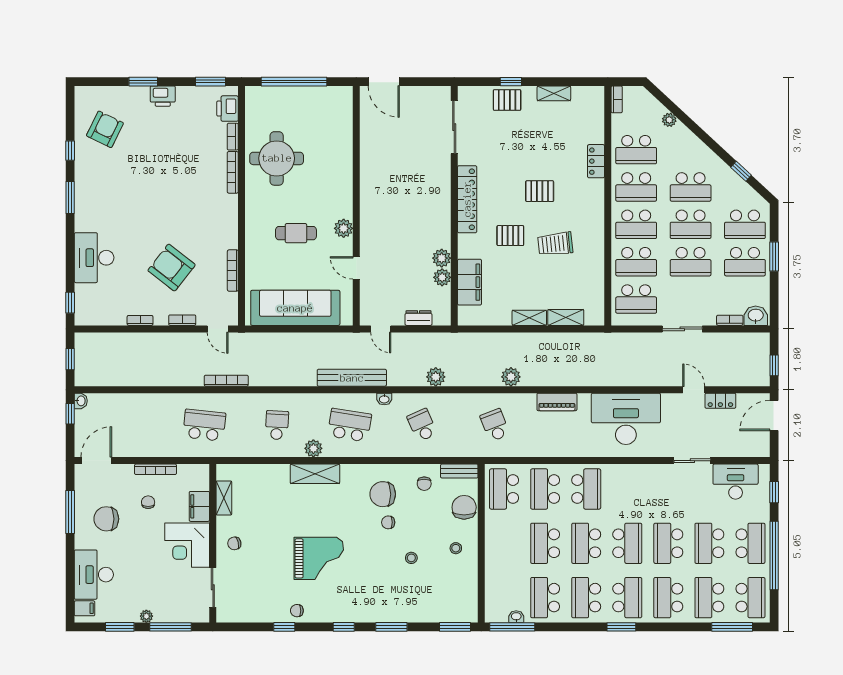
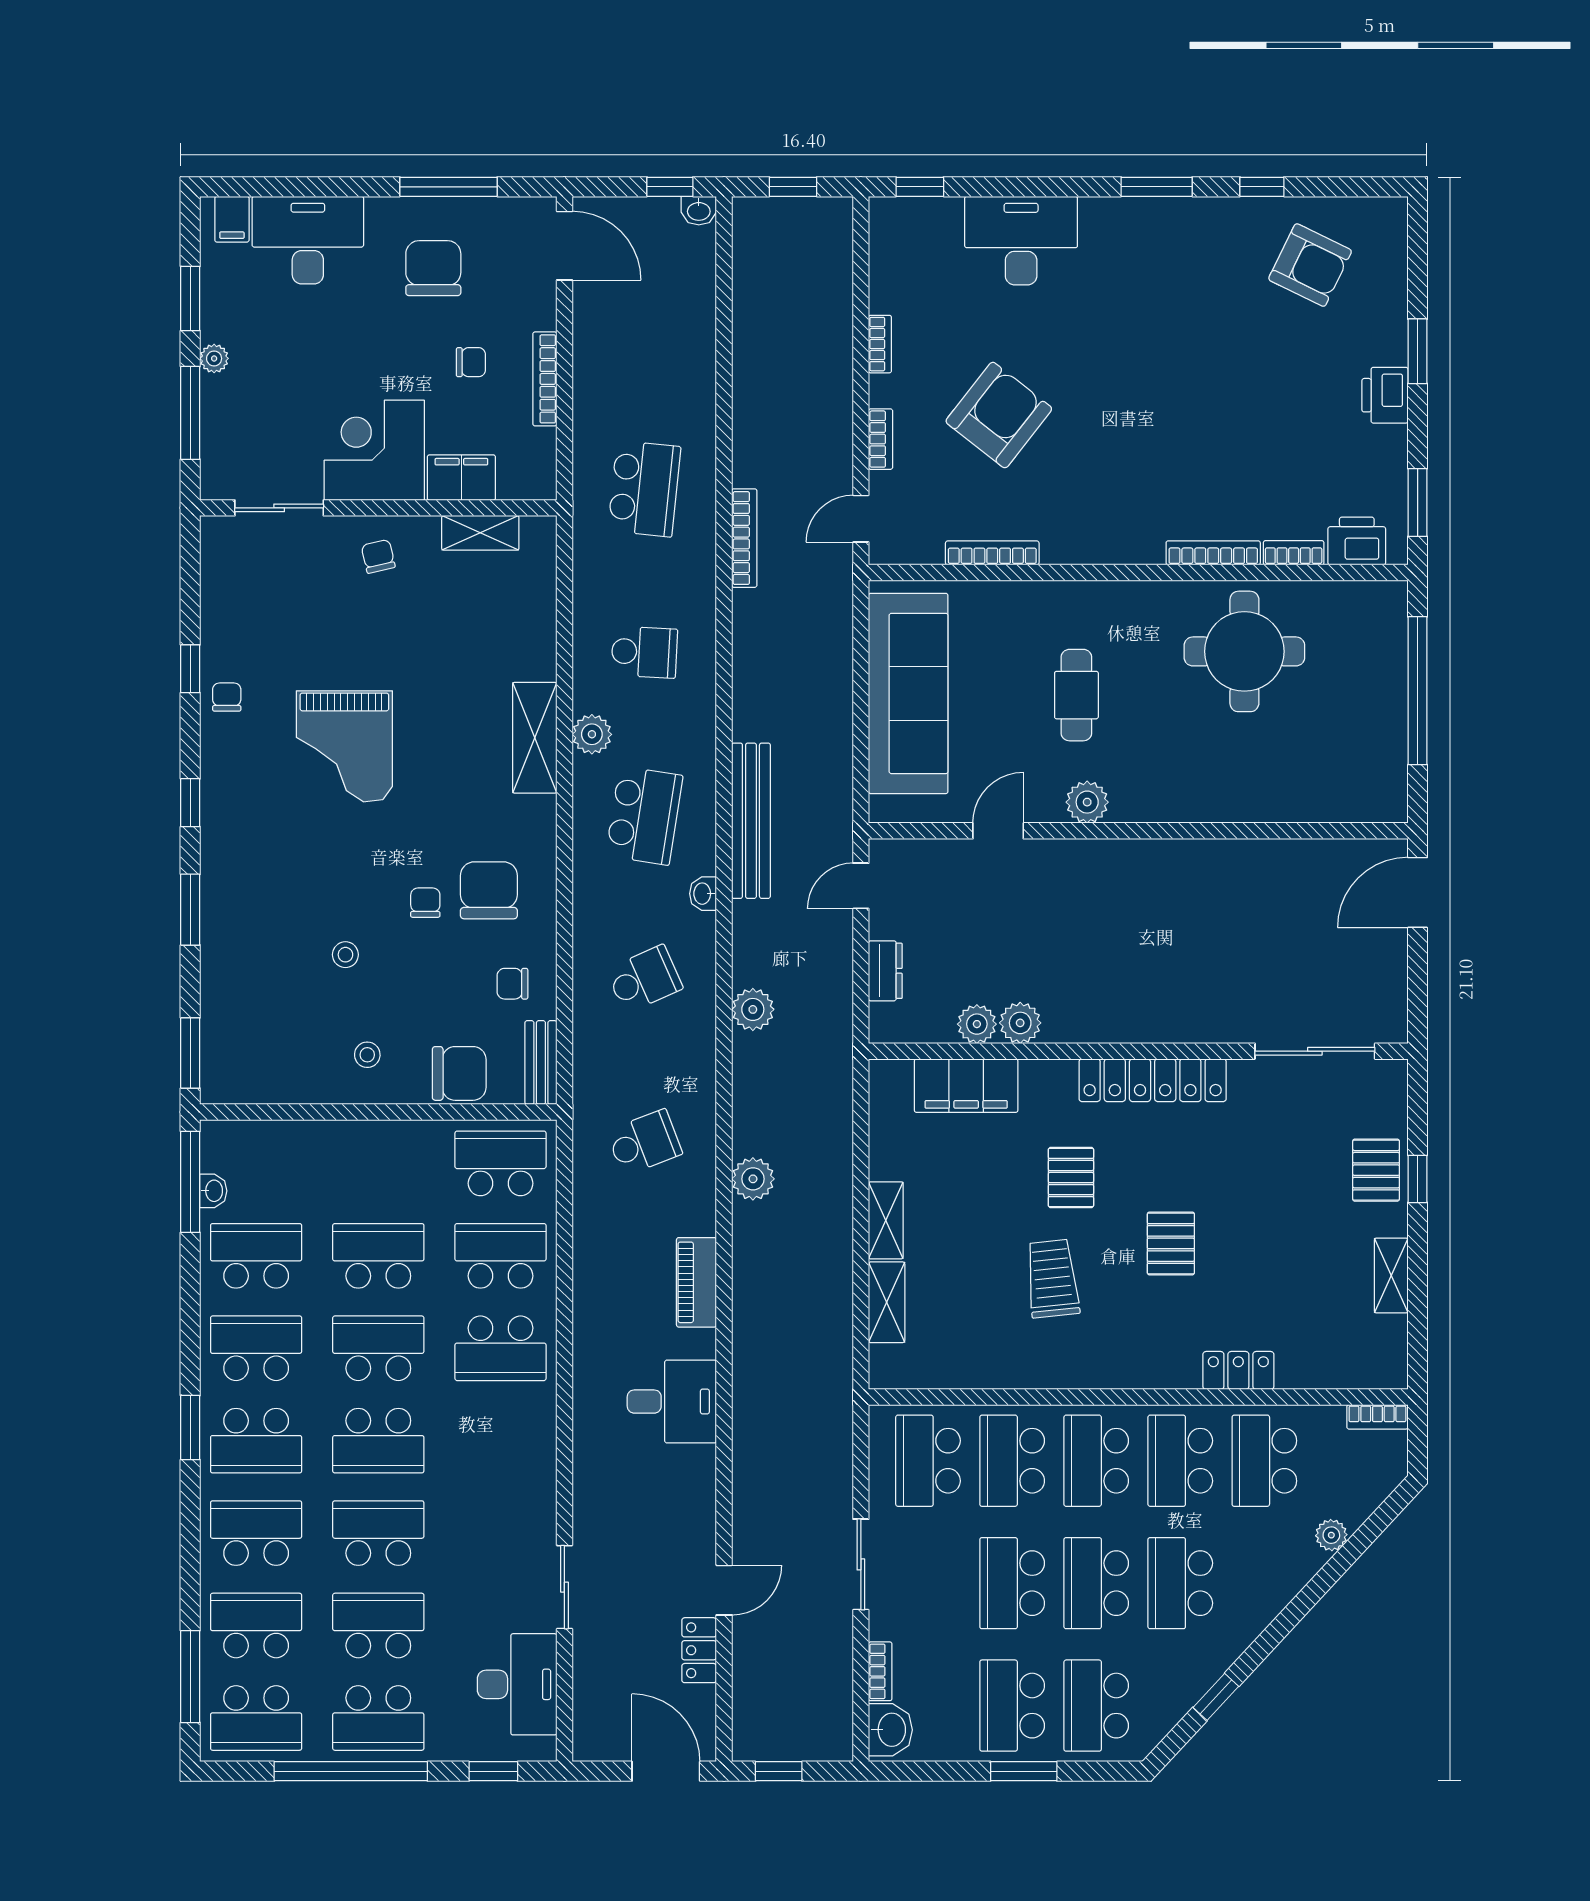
desk: (626, 419) -> (672, 1402), width x0.53, depth x0.77

